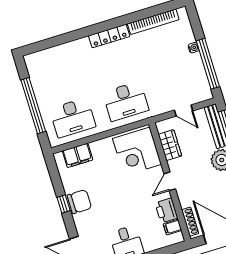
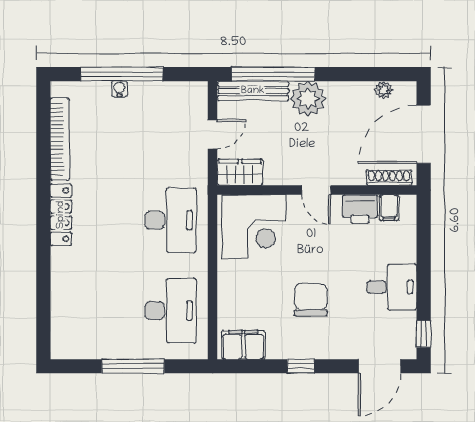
window: (208, 64) -> (122, 74), moved
window: (33, 106) -> (133, 366), width x0.68
wardrobe: (170, 145) -> (240, 172), moved
filing cabinet: (78, 155) -> (243, 345), moved, turned -90
chair: (79, 202) -> (311, 300), moved

